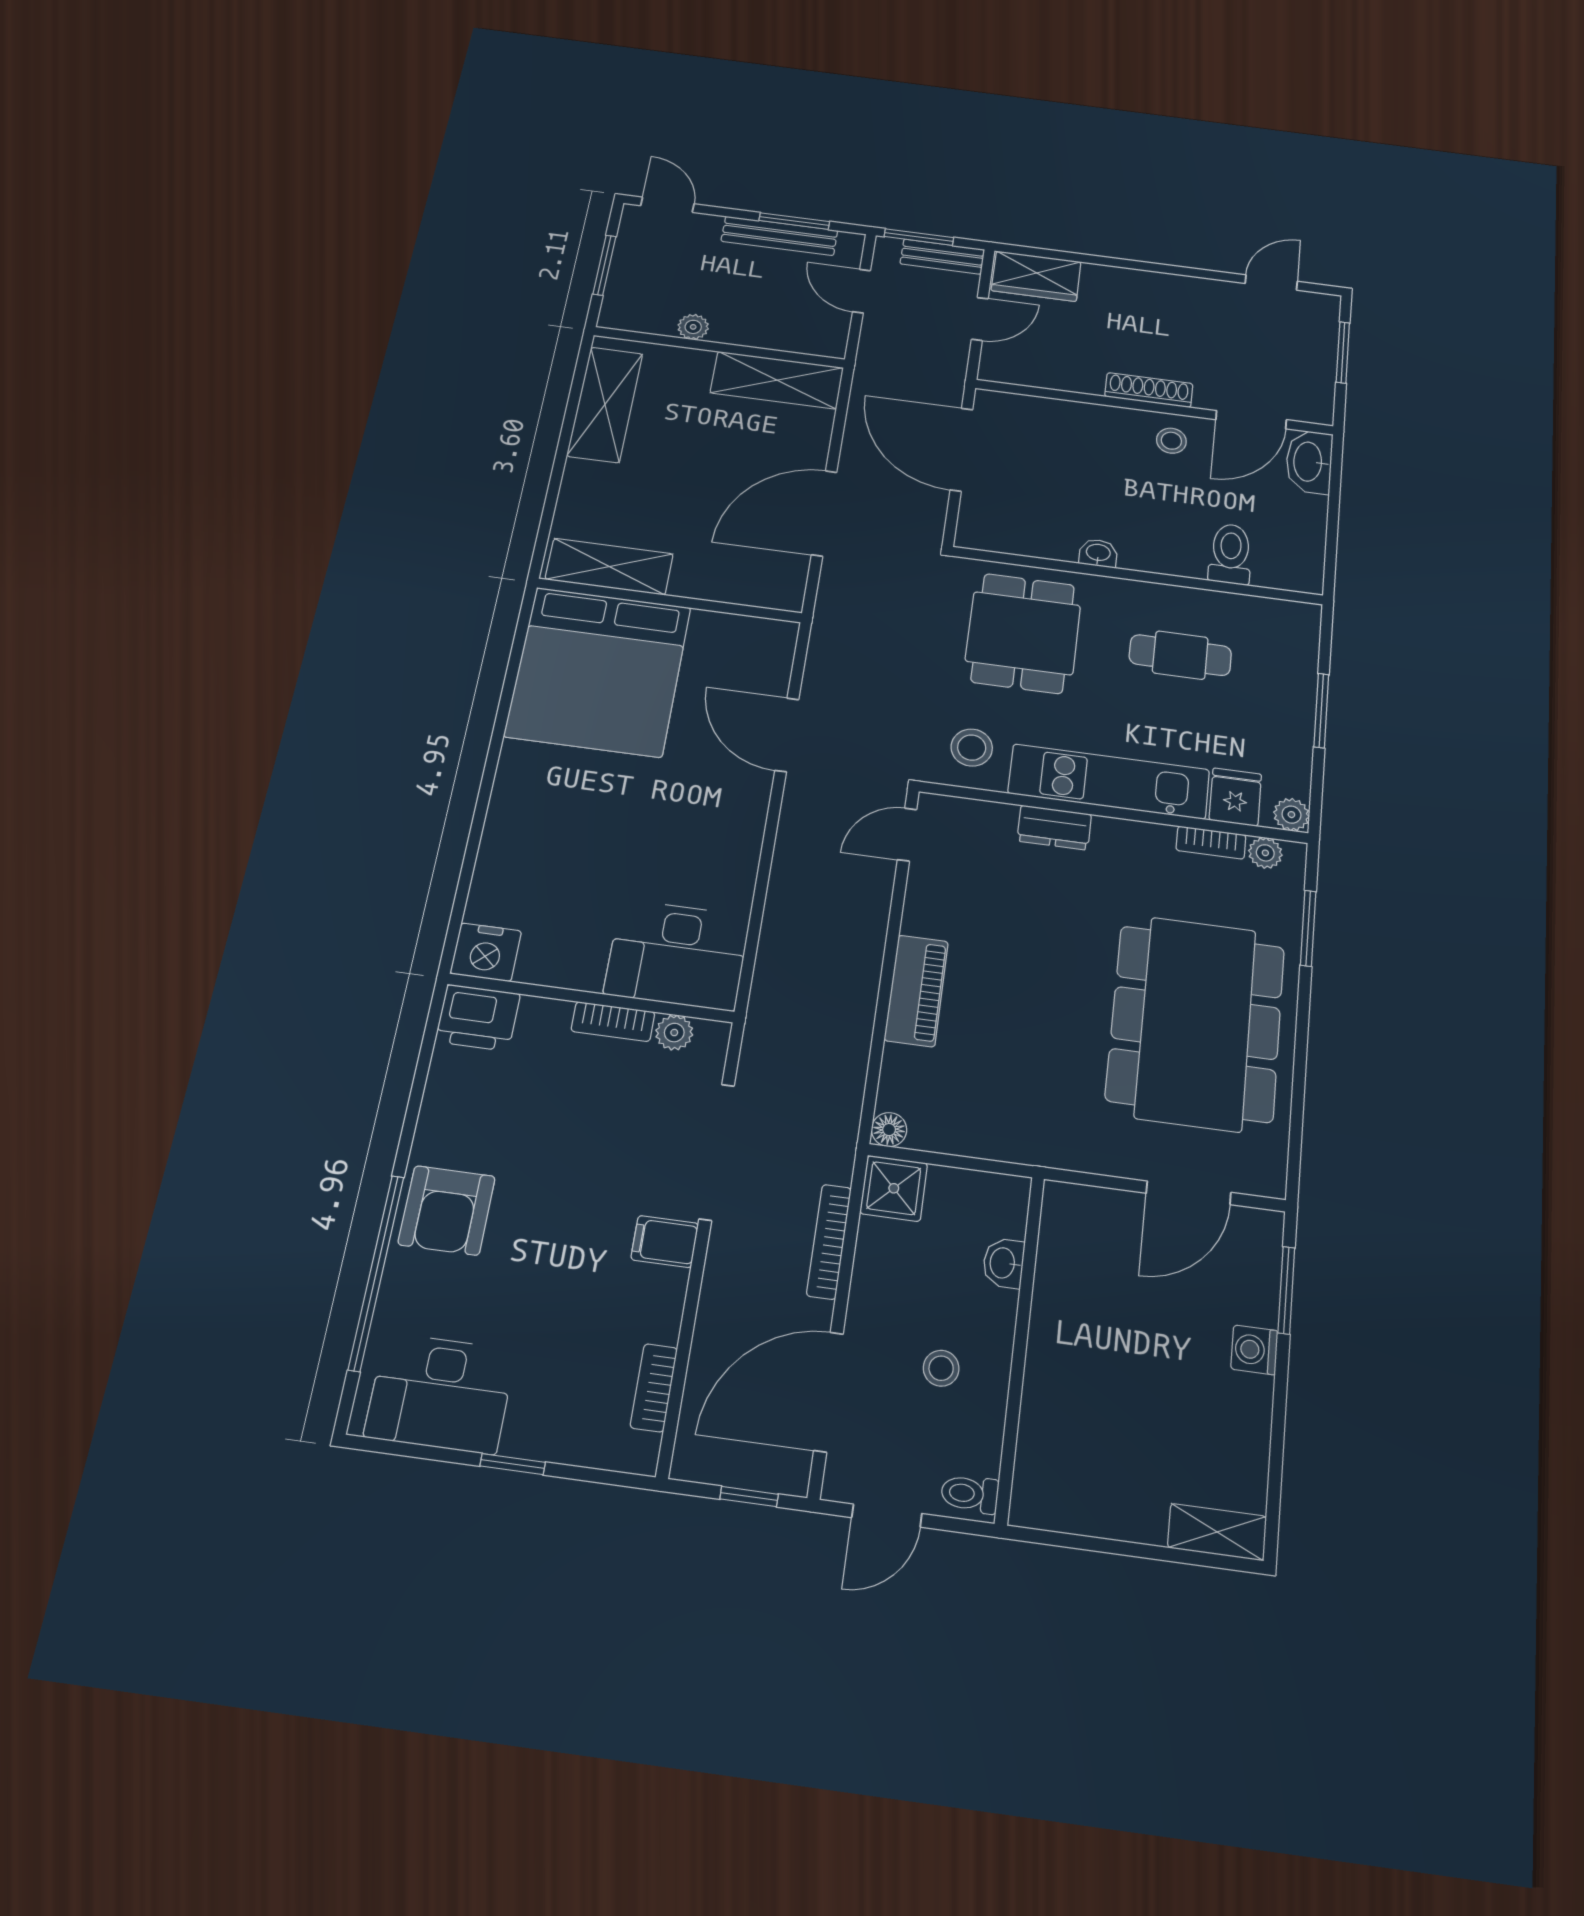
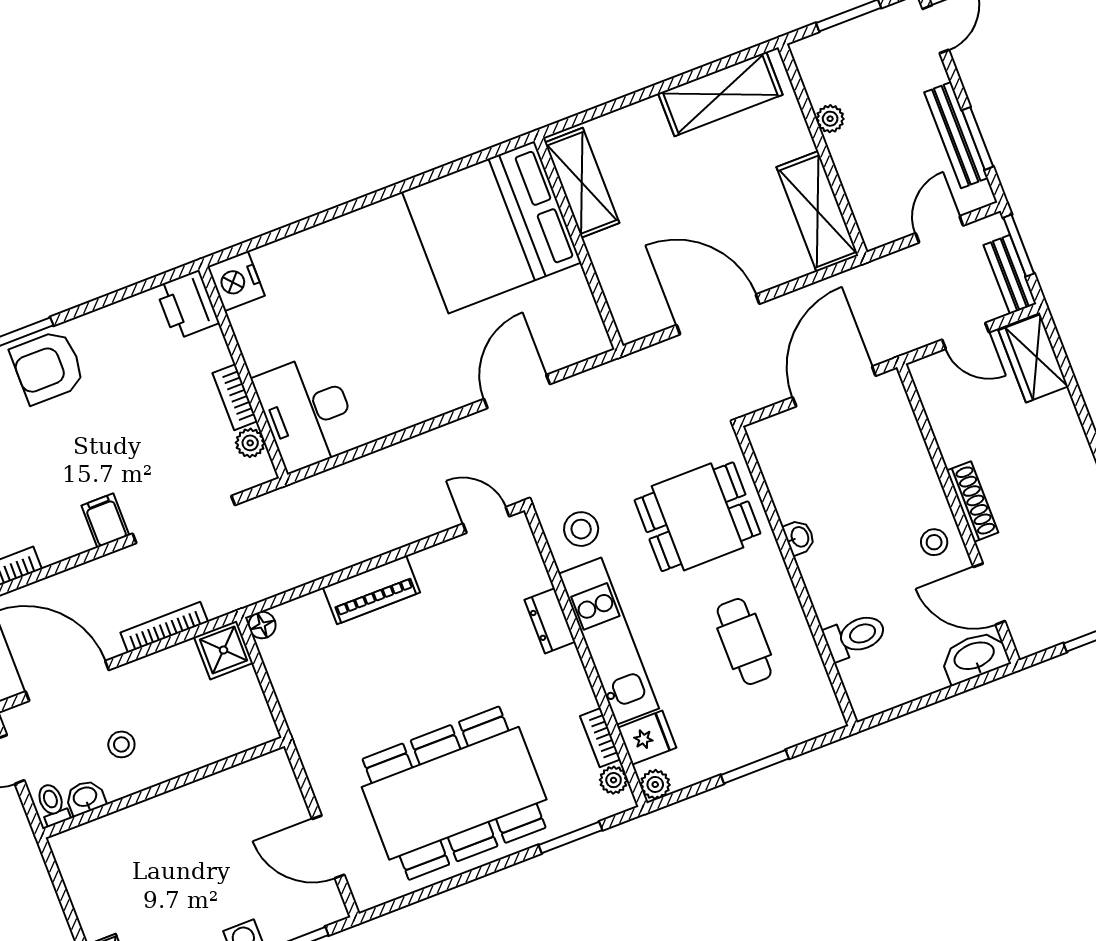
washbasin: (1003, 1263) -> (85, 798), moved

